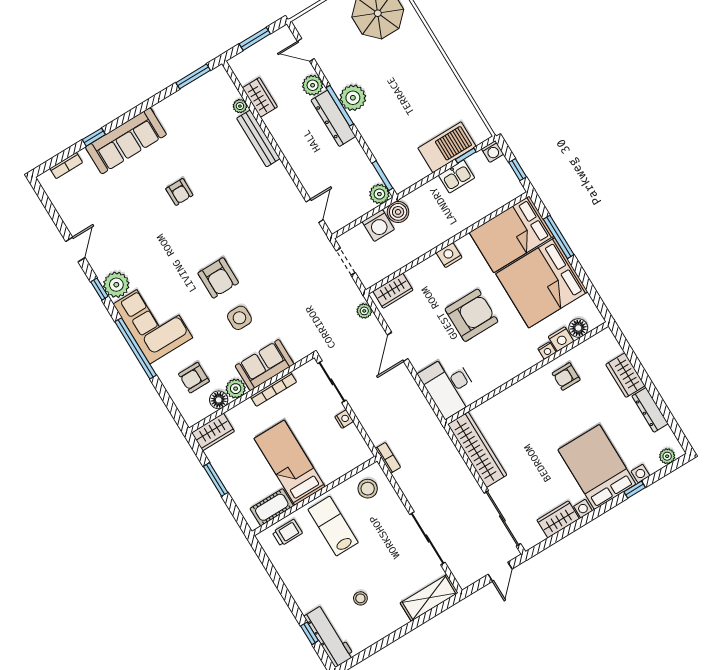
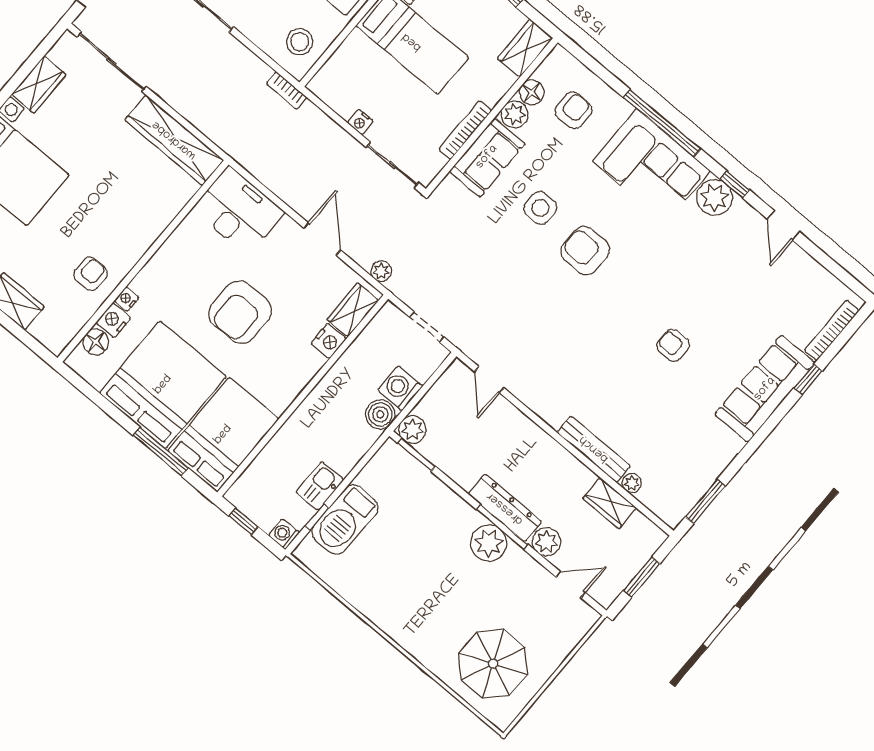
bookcase: (66, 166) -> (832, 330), width x1.56
nightstand: (449, 255) -> (329, 341), moved

